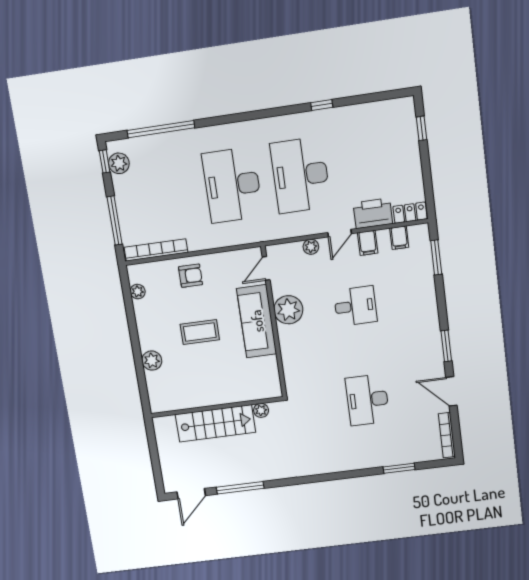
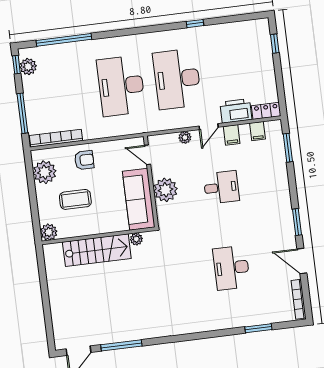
door: (266, 268) -> (148, 155), hinge flipped
plant: (138, 292) -> (45, 172), width x1.87, depth x1.87
coffee table: (200, 332) -> (75, 199), moved
wall: (217, 407) -> (98, 236), moved
plant: (261, 410) -> (136, 239), moved
stairs: (215, 423) -> (97, 250), moved

